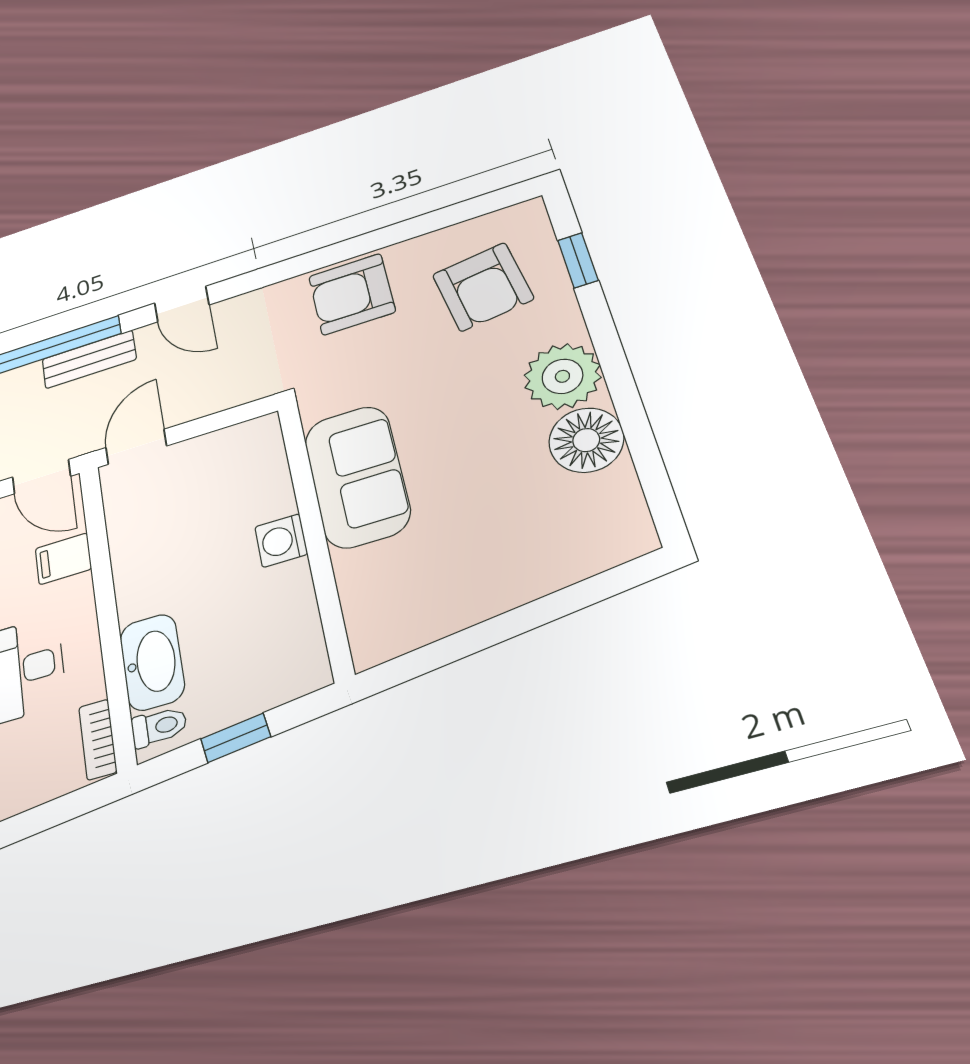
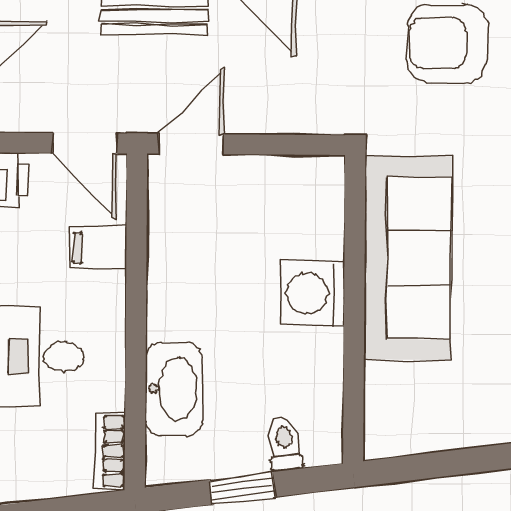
sofa: (357, 476) -> (408, 258), width x1.36
washing machine: (281, 541) -> (312, 293), width x1.38, depth x1.38
toilet: (159, 727) -> (284, 444), moved, turned -97

